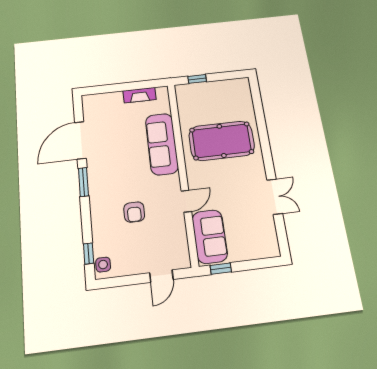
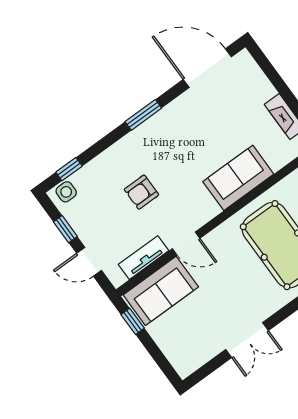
door: (80, 140) -> (207, 68), moved
sofa: (162, 144) -> (238, 178), width x0.73
tv unit: (180, 236) -> (144, 258), added
window: (129, 280) -> (65, 229), added

